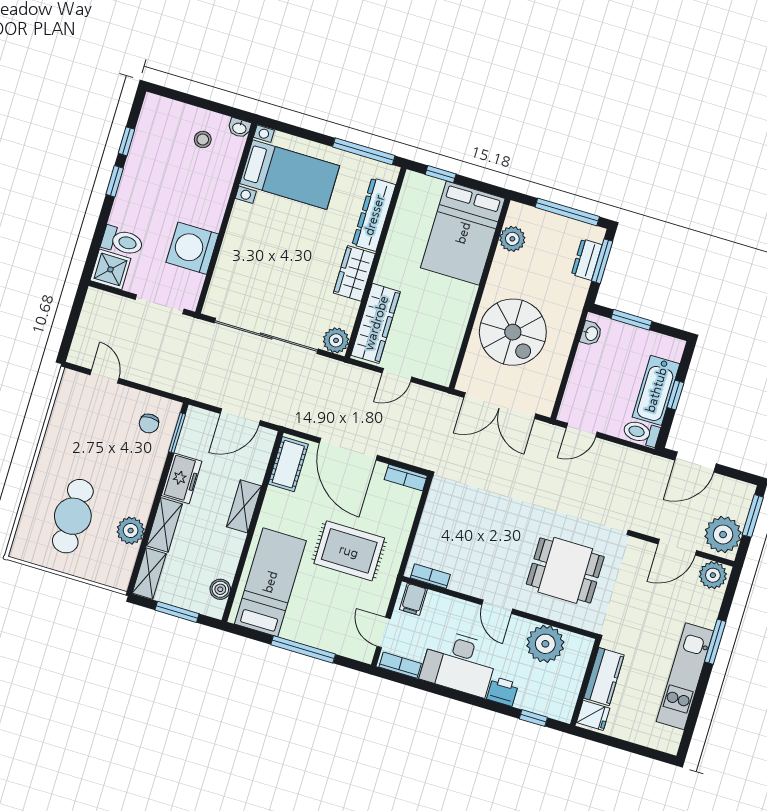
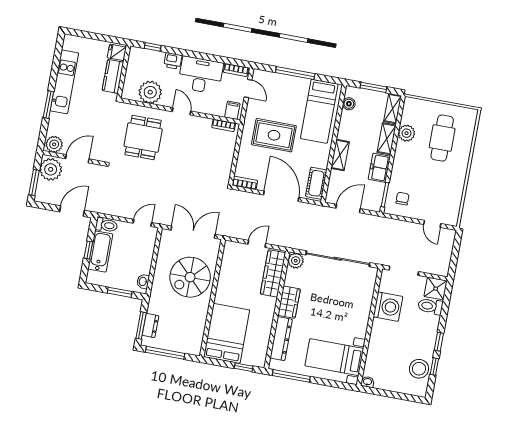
stool: (203, 139) -> (419, 369), moved, width x1.89, depth x1.89
plant: (512, 239) -> (196, 333), removed
spiral stairs: (513, 332) -> (190, 277), turned -90
dining table: (565, 570) -> (143, 138), turned 90

